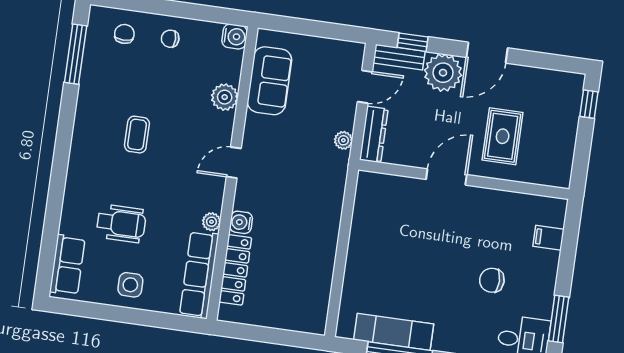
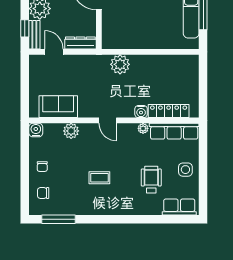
plant: (343, 140) -> (120, 64), moved, width x1.88, depth x1.88

